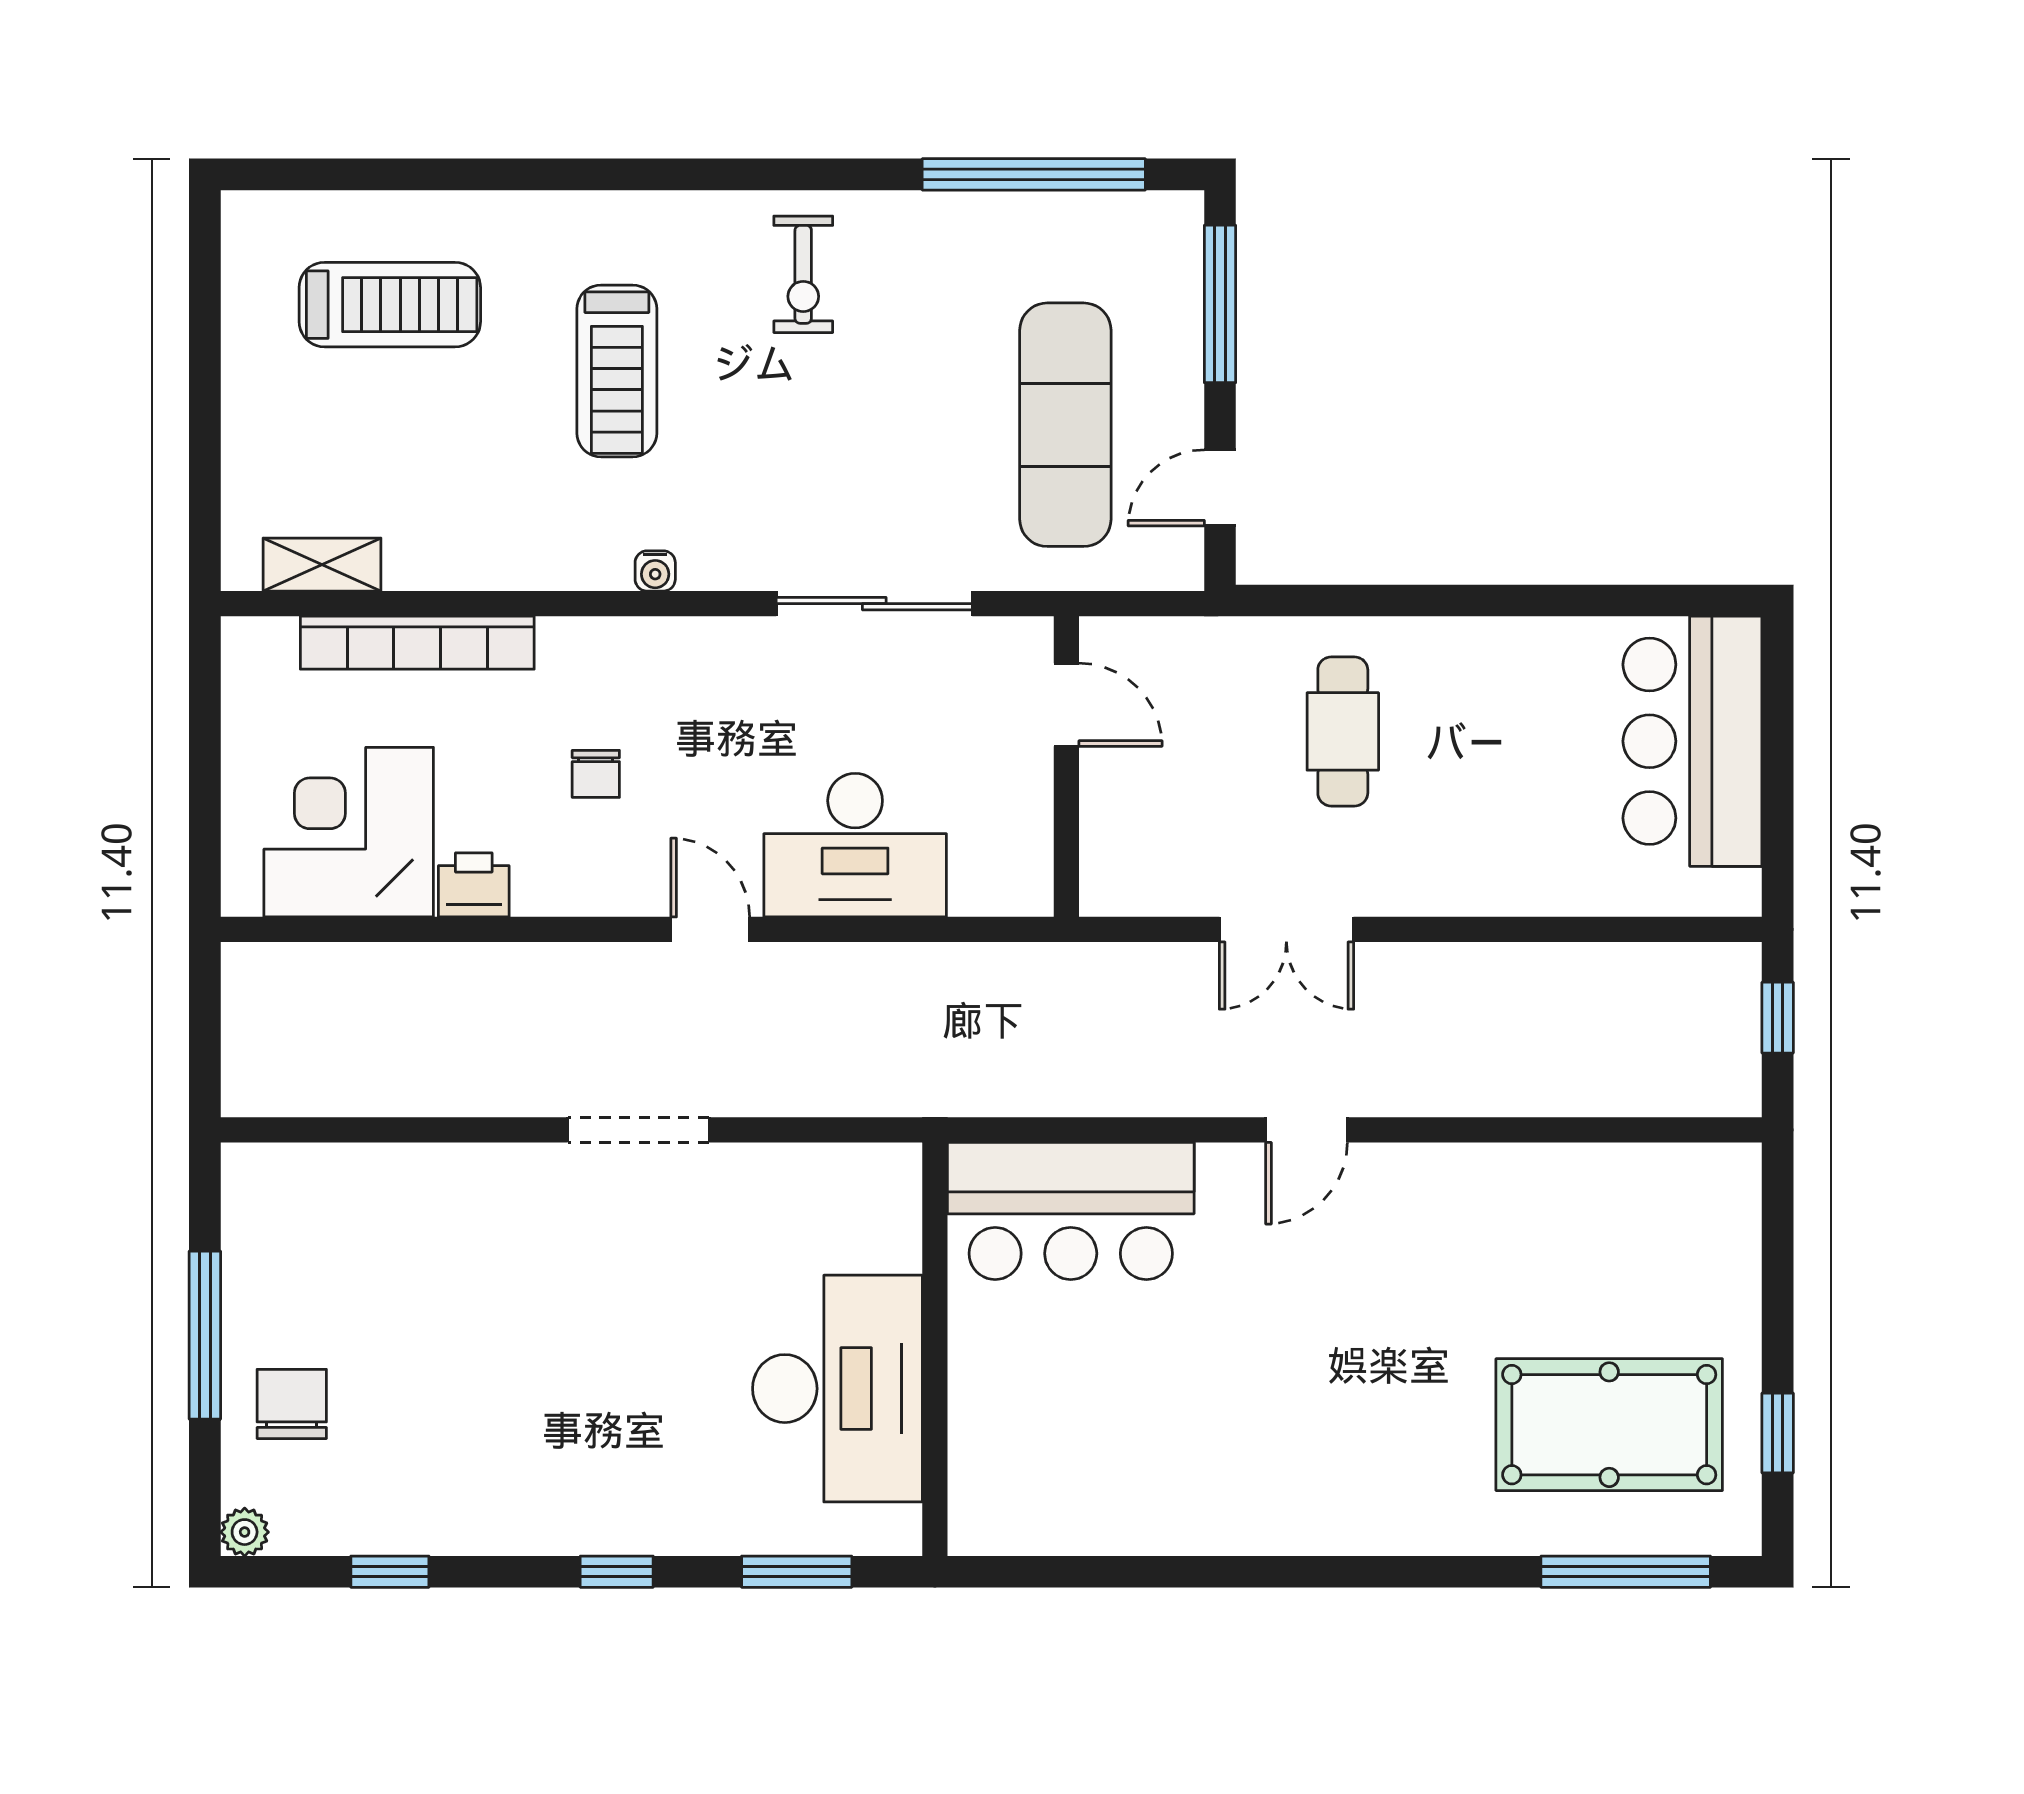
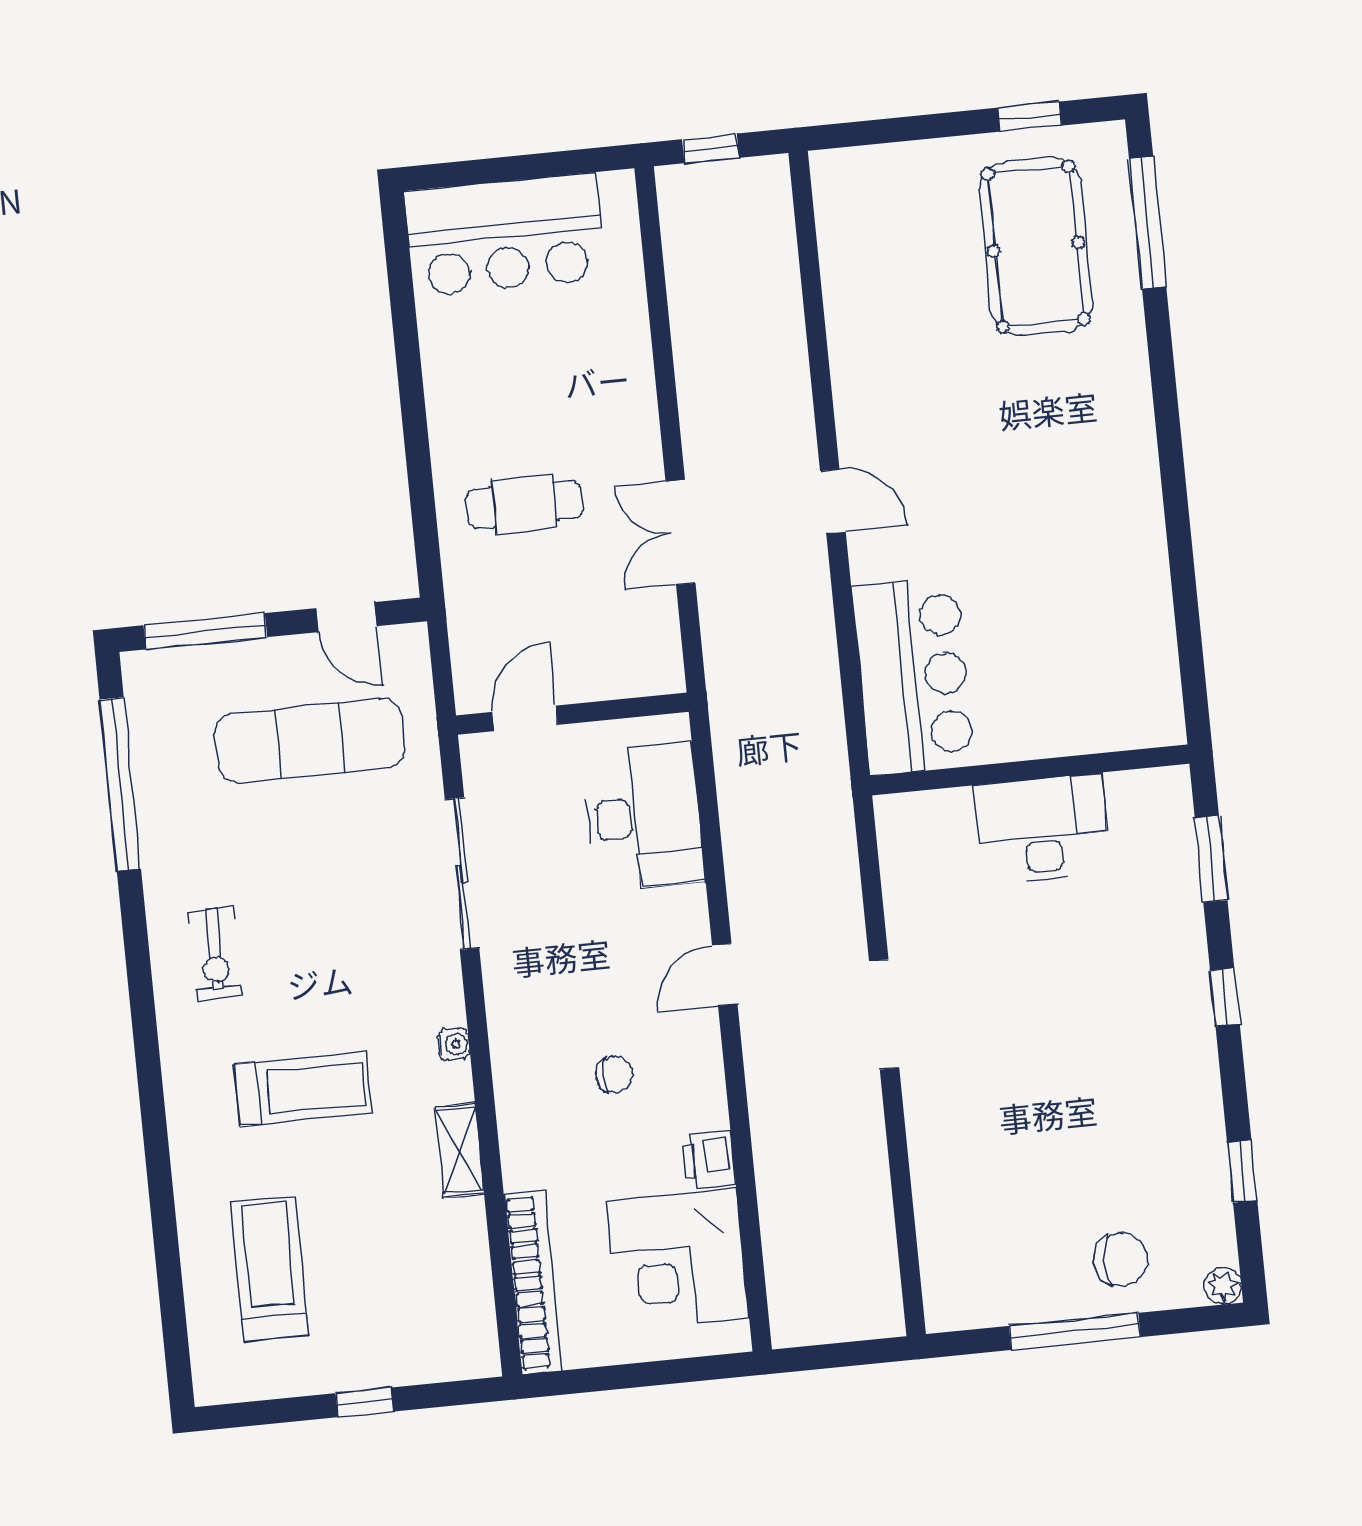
exercise bike: (803, 274) -> (215, 953), turned 90
window: (205, 410) -> (364, 1402), added
shelving: (322, 565) -> (459, 1151), moved
bookcase: (417, 643) -> (533, 1283), moved
desk: (855, 845) -> (644, 817), moved
double door: (1286, 929) -> (681, 532), swing flipped
desk: (837, 1389) -> (1043, 829), width x0.73, depth x0.77
chair: (292, 1404) -> (1121, 1259), turned 180

